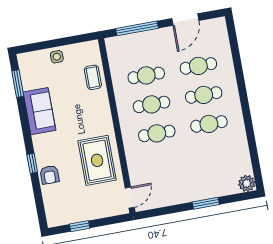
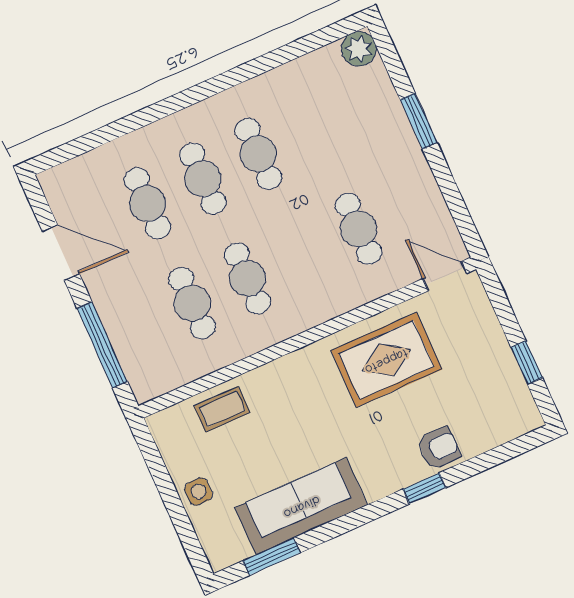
sofa: (39, 111) -> (301, 506), width x1.36
cafe table: (157, 133) -> (358, 229), moved

